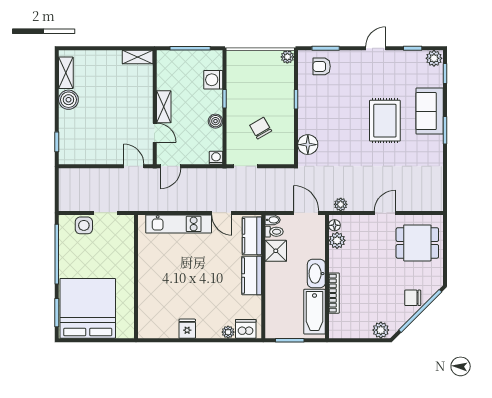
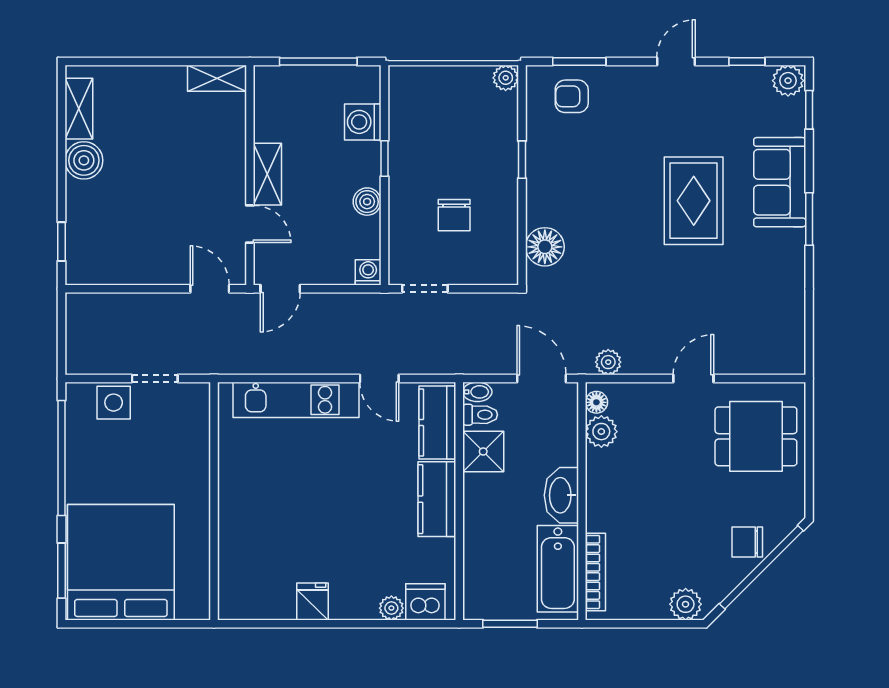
chair: (261, 128) -> (454, 215), turned -150
bookcase: (334, 293) -> (595, 572), moved

